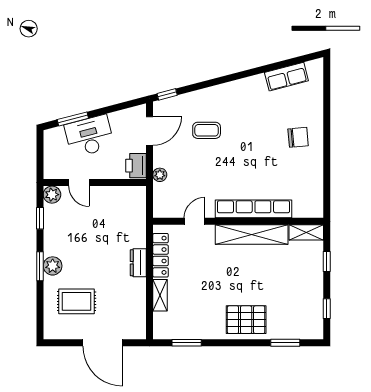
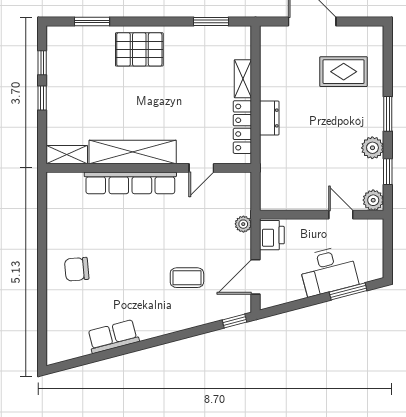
row of seats: (286, 77) -> (113, 336), moved
window: (327, 261) -> (42, 98), moved
plant: (53, 266) -> (372, 148), moved

